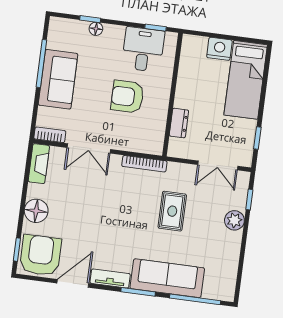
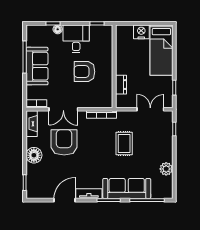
desk: (143, 49) -> (76, 39), moved
double door: (218, 165) -> (150, 109), swing flipped
plant: (234, 220) -> (166, 169), moved
armchair: (40, 255) -> (64, 142), moved

